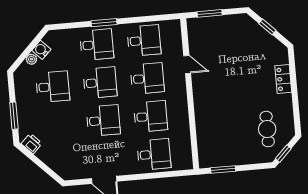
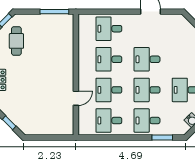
window: (210, 13) -> (54, 138), removed
window: (104, 23) -> (162, 138), moved
door: (187, 64) -> (76, 98), swing flipped
window: (223, 170) -> (54, 12), width x1.44

